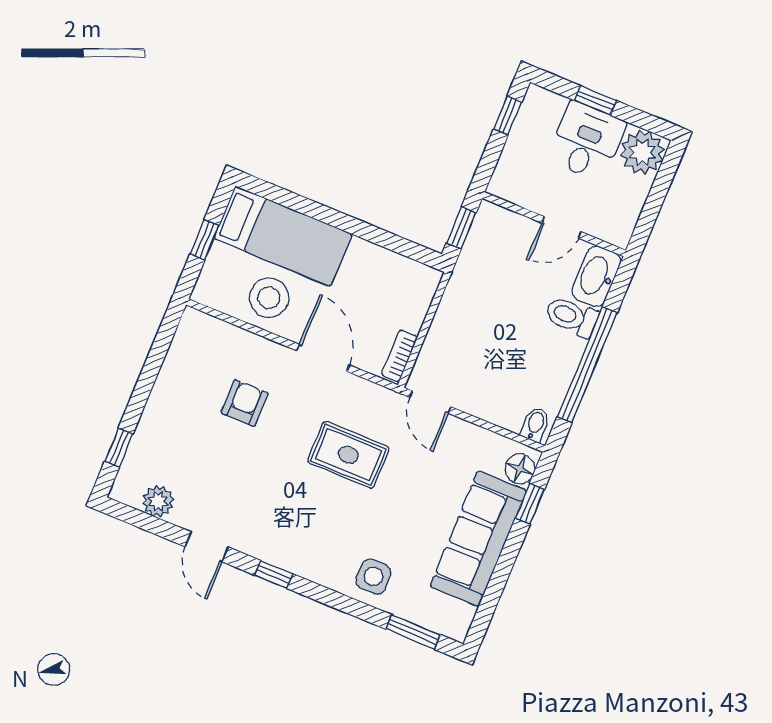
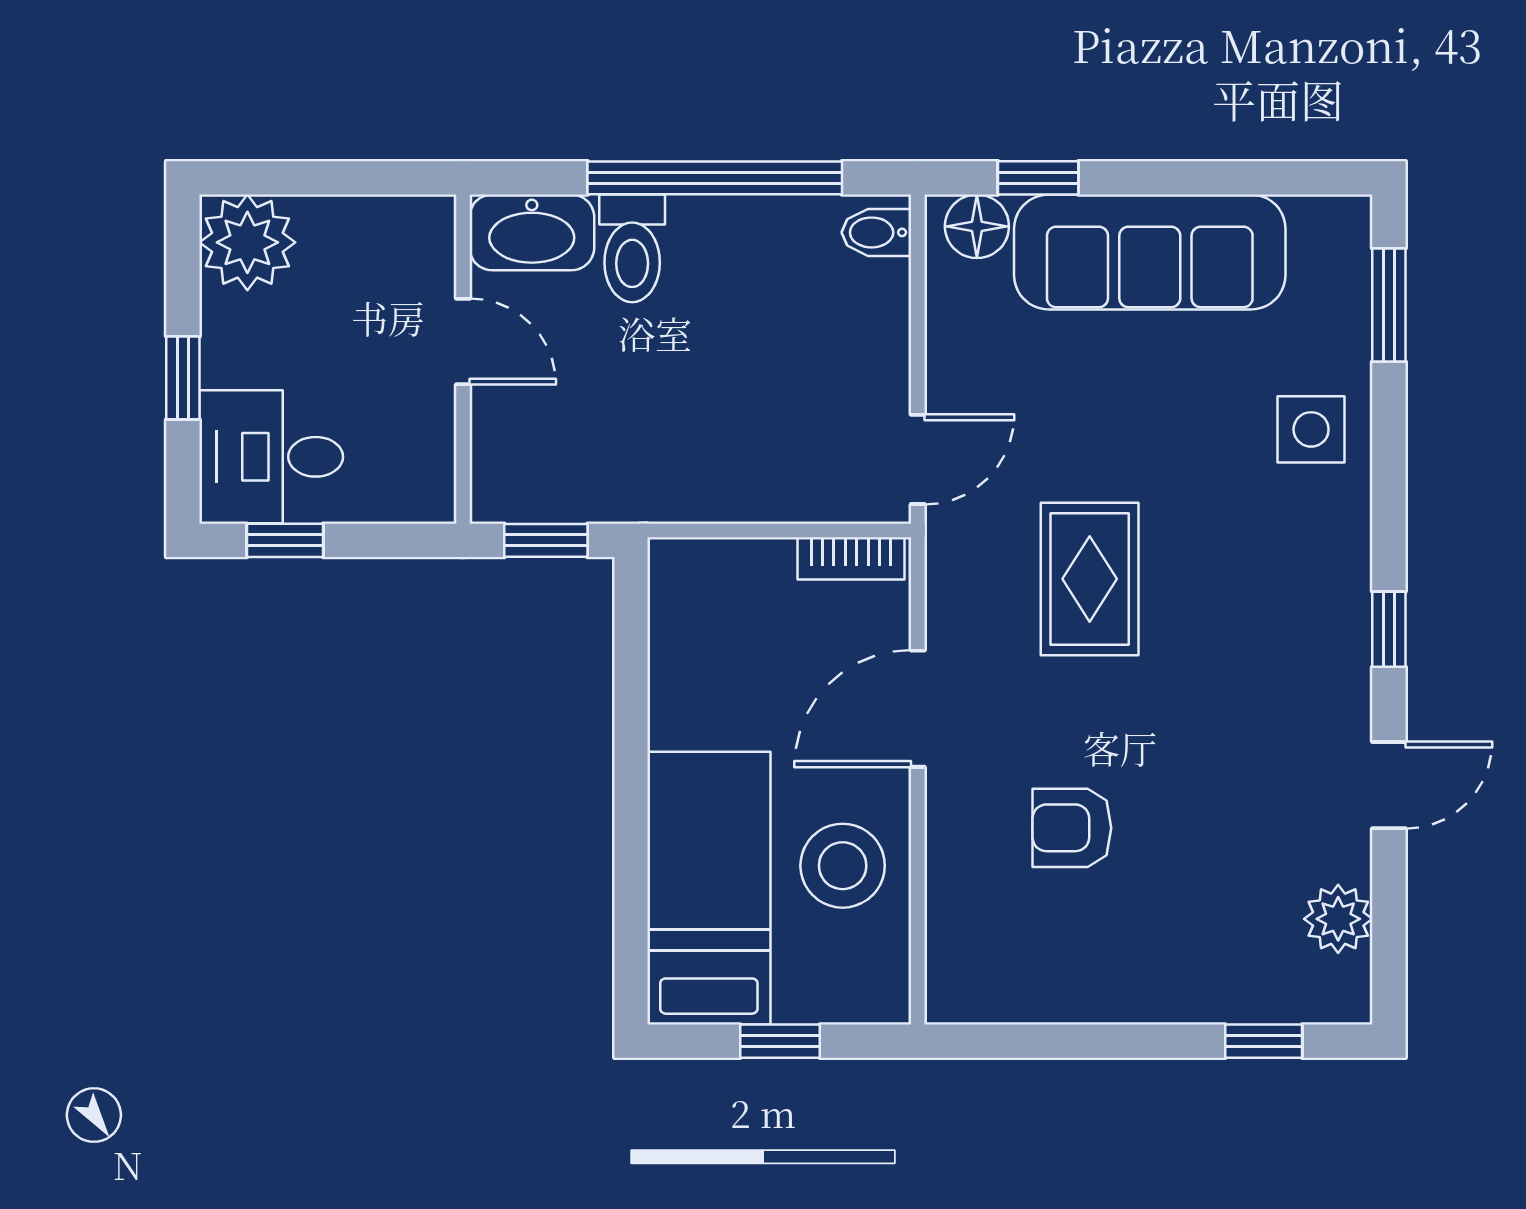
desk: (587, 141) -> (271, 457), moved

